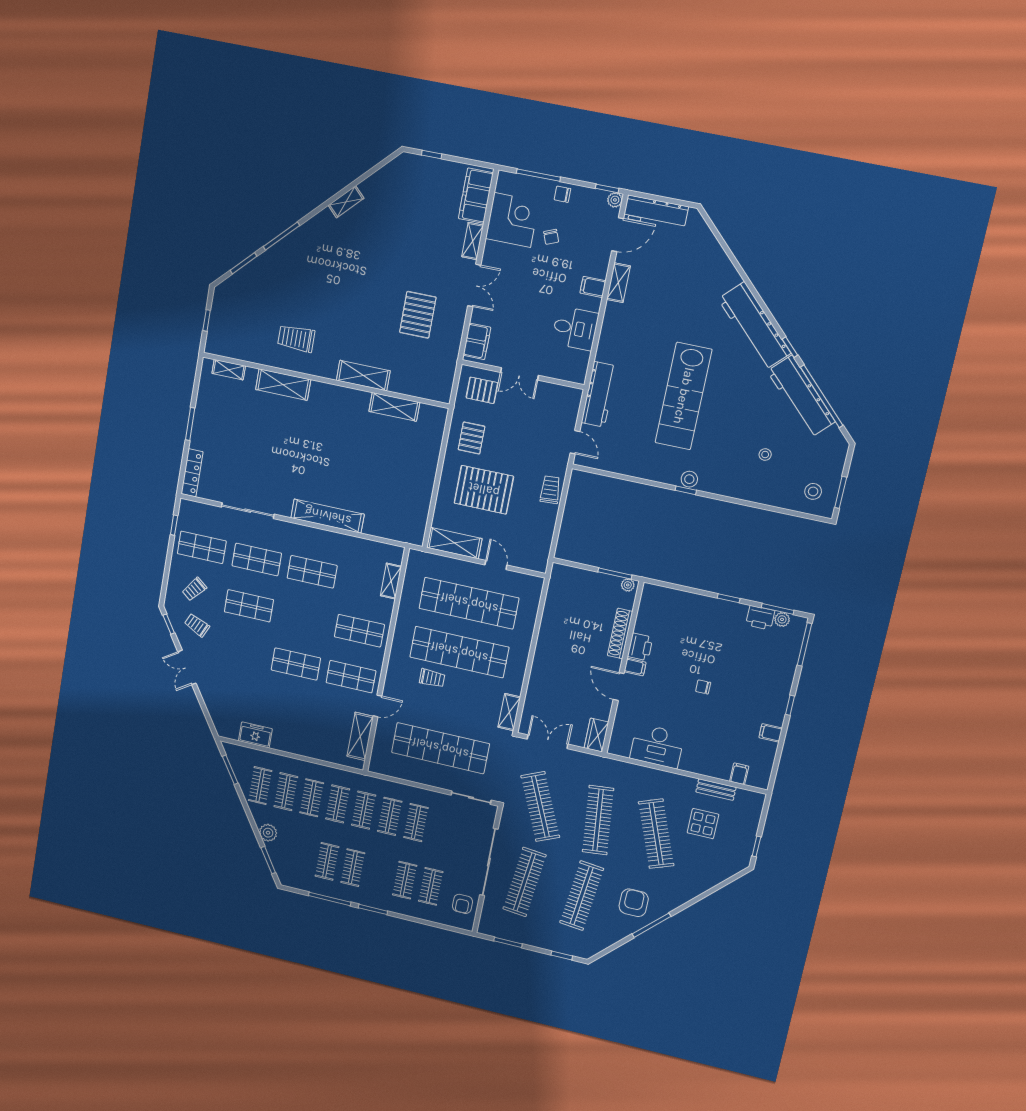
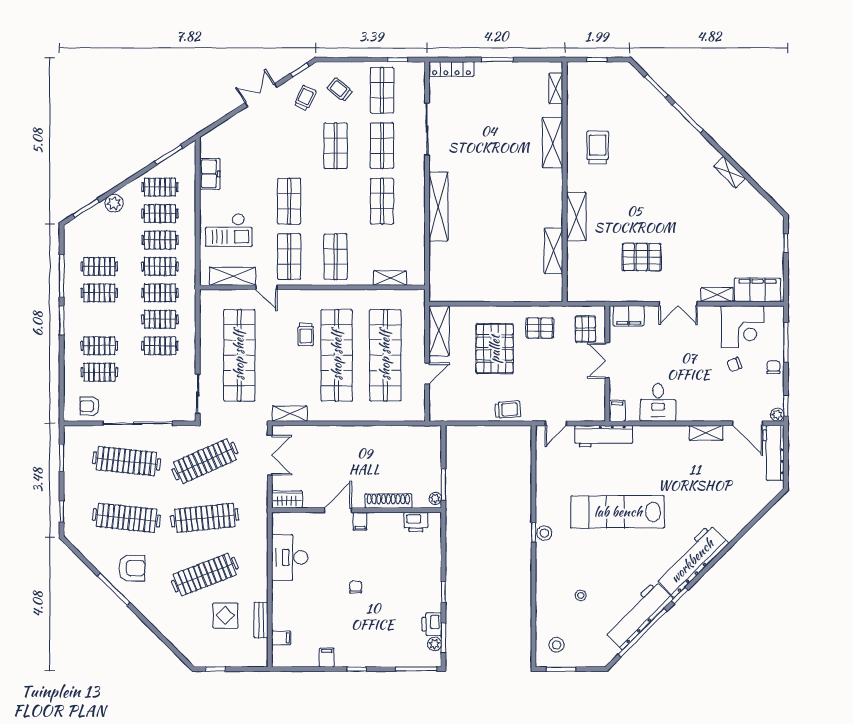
filing cabinet: (593, 287) -> (617, 411), moved
printer: (640, 647) -> (416, 522), moved
checkout: (314, 729) -> (229, 230), added

